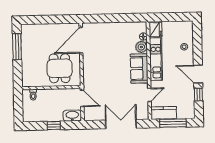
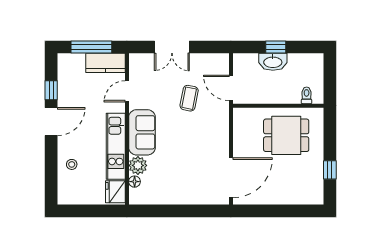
window: (17, 47) -> (330, 170), width x0.46
dining table: (60, 68) -> (286, 135), moved, turned 90
door: (198, 74) -> (51, 122), hinge flipped
coffee table: (109, 91) -> (189, 98), added
washbasin: (72, 116) -> (273, 62), moved
double door: (121, 124) -> (172, 47), width x0.73

